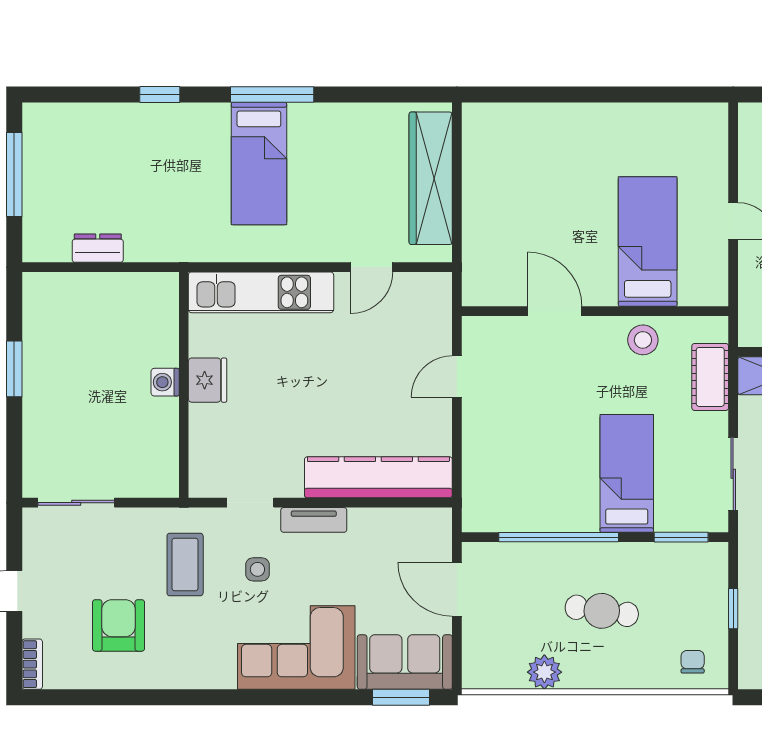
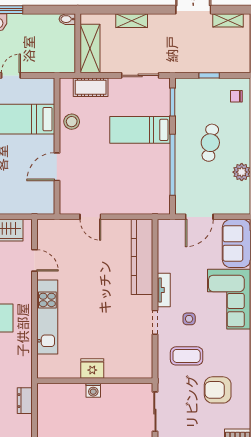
fridge: (208, 380) -> (92, 368), moved
washing machine: (165, 382) -> (93, 390), moved
wall: (184, 385) -> (95, 381), moved

